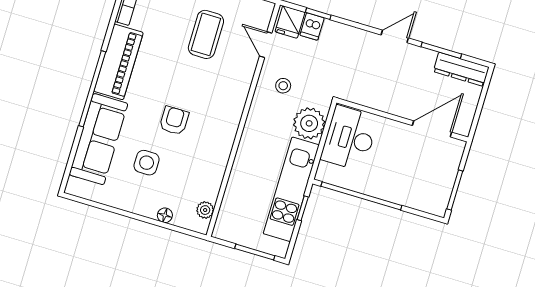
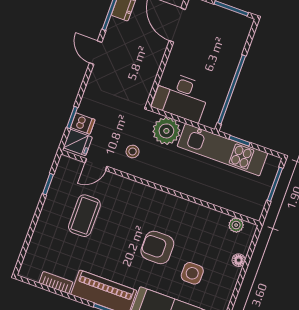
coffee table: (206, 34) -> (84, 216), turned 90
armchair: (174, 121) -> (157, 247), width x1.38, depth x1.38

